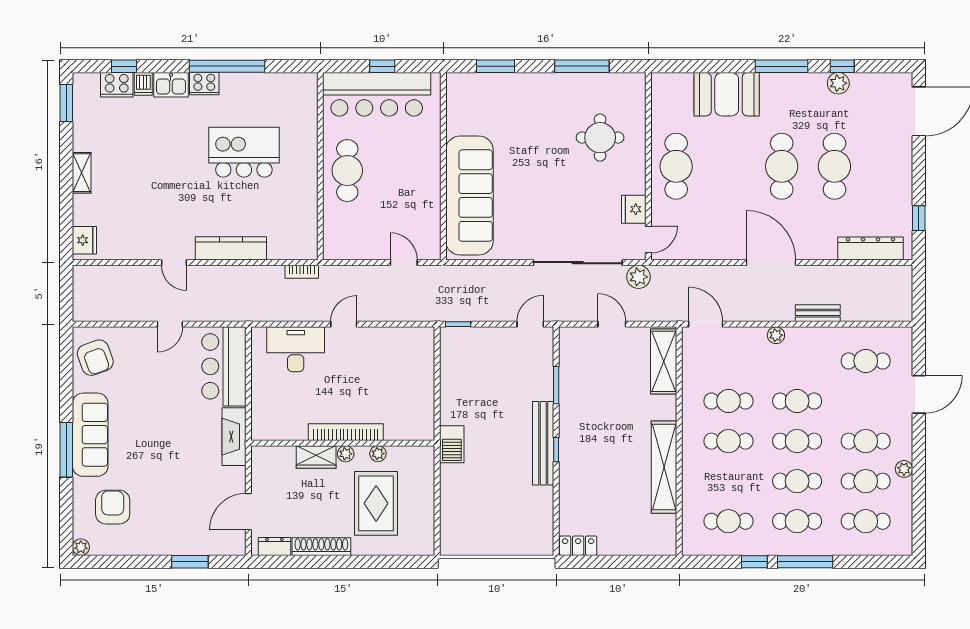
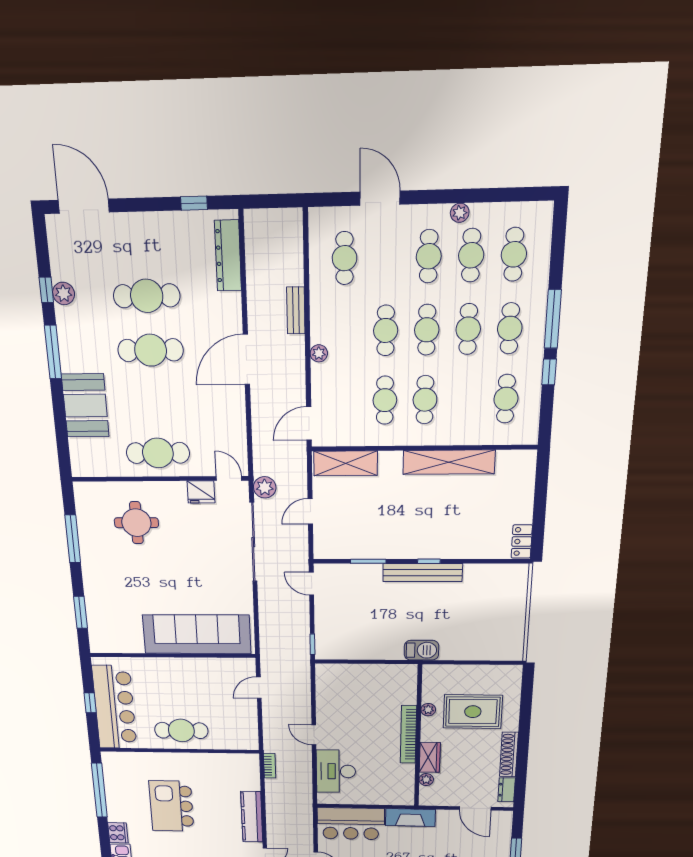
window: (227, 66) -> (99, 790), moved
plant: (346, 454) -> (426, 780), moved

